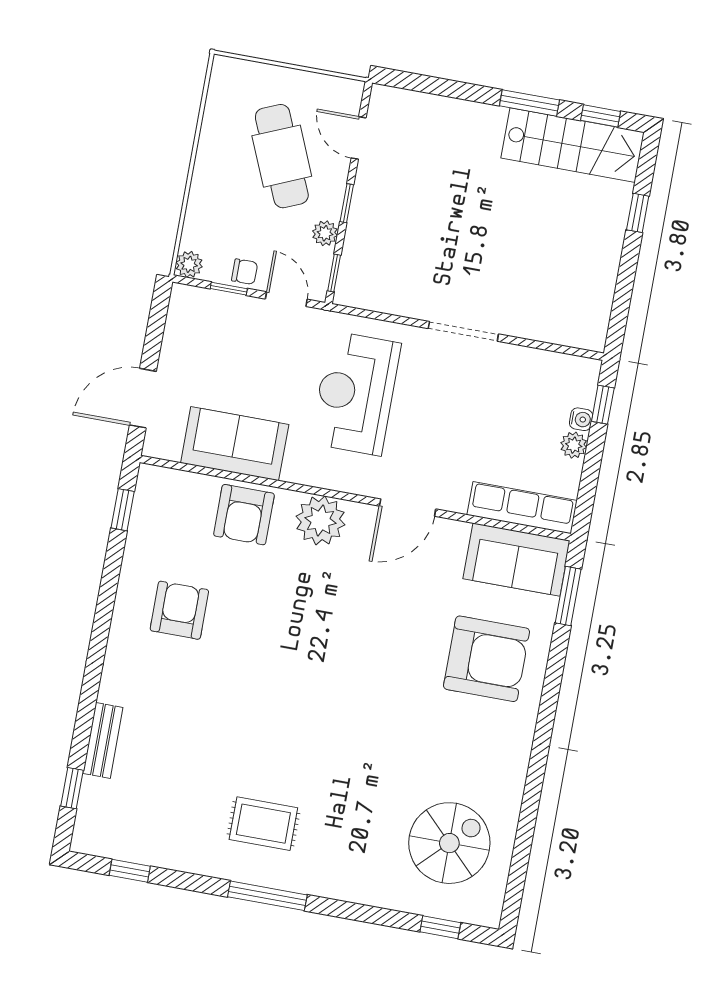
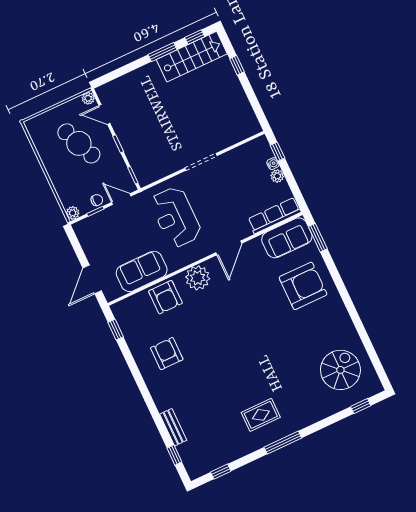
plant: (325, 233) -> (88, 98), moved

